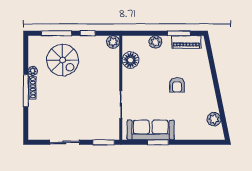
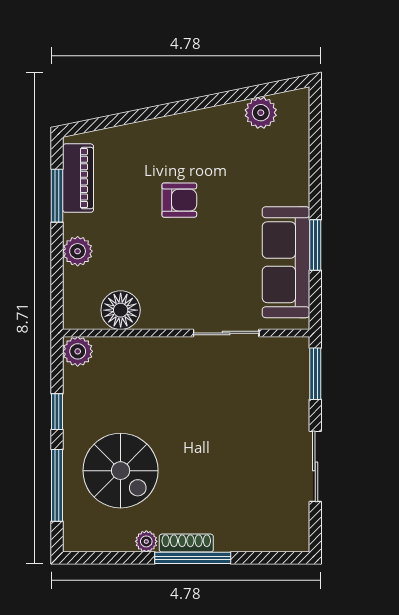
spiral stairs: (63, 60) -> (121, 471), turned 90

